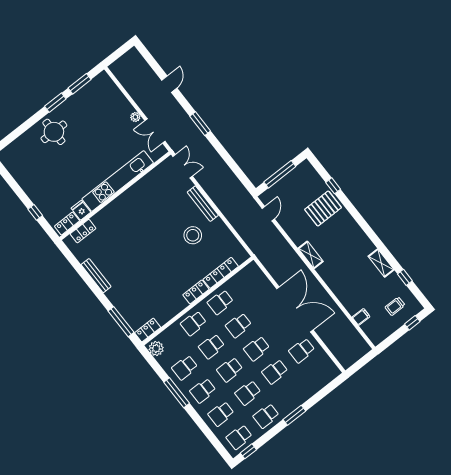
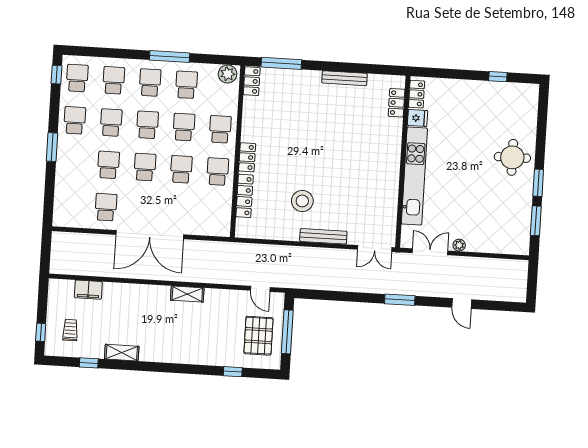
pallet: (323, 209) -> (259, 336), moved
window: (35, 212) -> (498, 77), moved
filing cabinet: (361, 317) -> (88, 290), width x2.00

